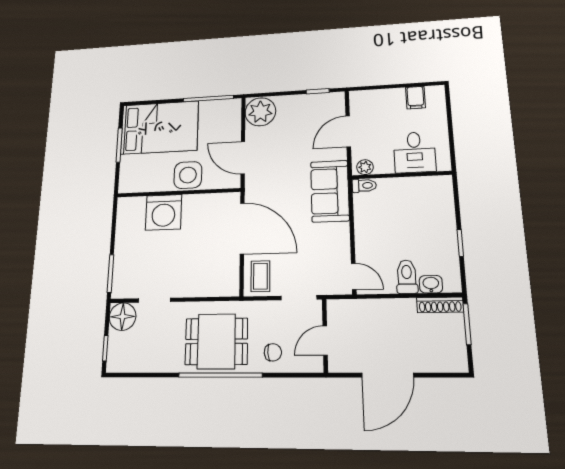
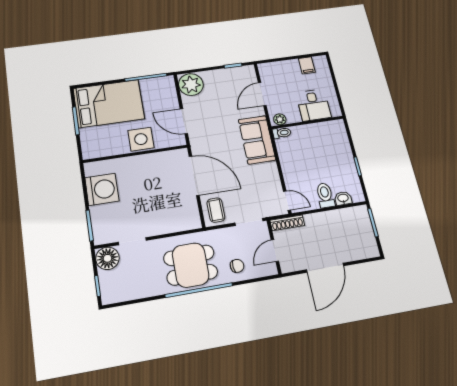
washing machine: (163, 212) -> (102, 189), moved, turned -90
shoe rack: (440, 305) -> (287, 223), moved

